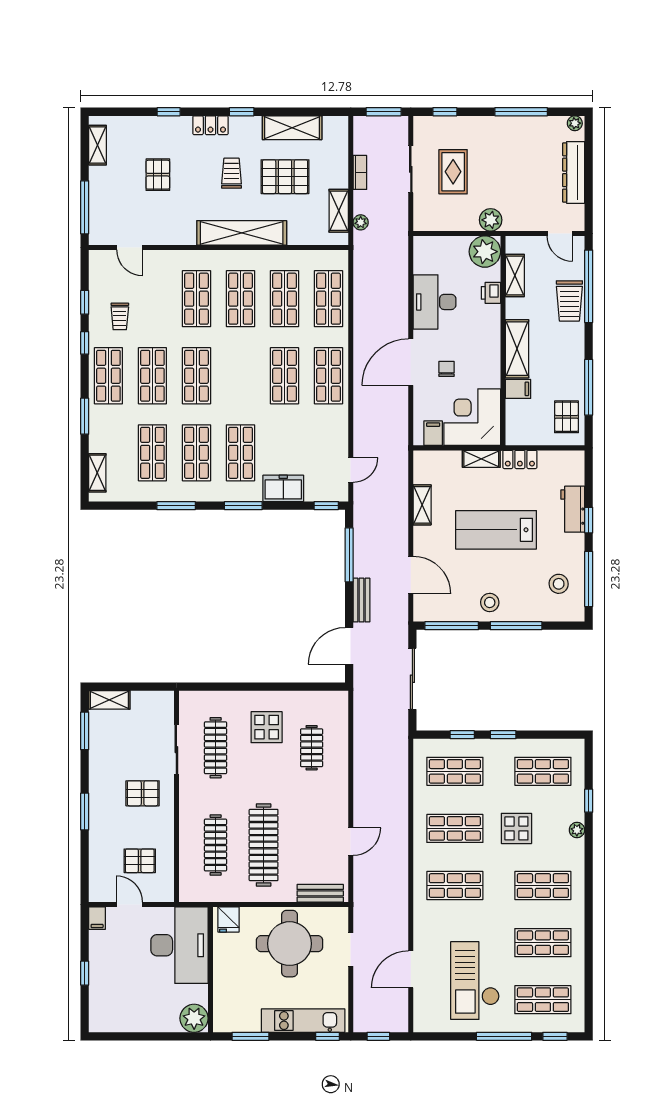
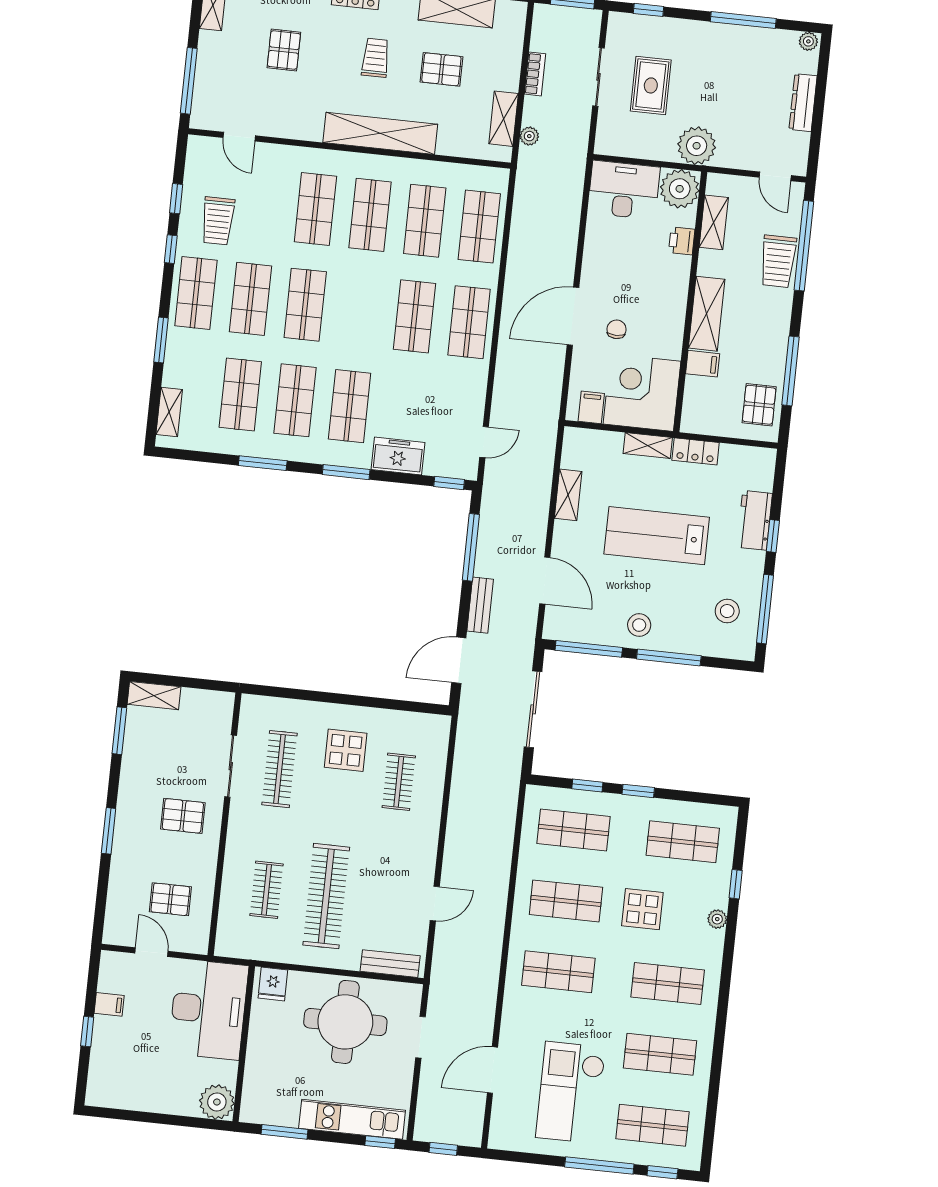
dresser: (574, 172) -> (803, 103), width x0.73, depth x0.80
pallet: (285, 177) -> (441, 69), width x0.67, depth x0.71
plant: (491, 220) -> (697, 146), width x1.36, depth x1.36
desk: (434, 302) -> (624, 190), moved, turned 90
trolley: (120, 316) -> (218, 221), width x1.36, depth x1.39
clothes rail: (216, 845) -> (267, 890), width x0.73
filing cabinet: (97, 918) -> (109, 1004), moved, turned -90

